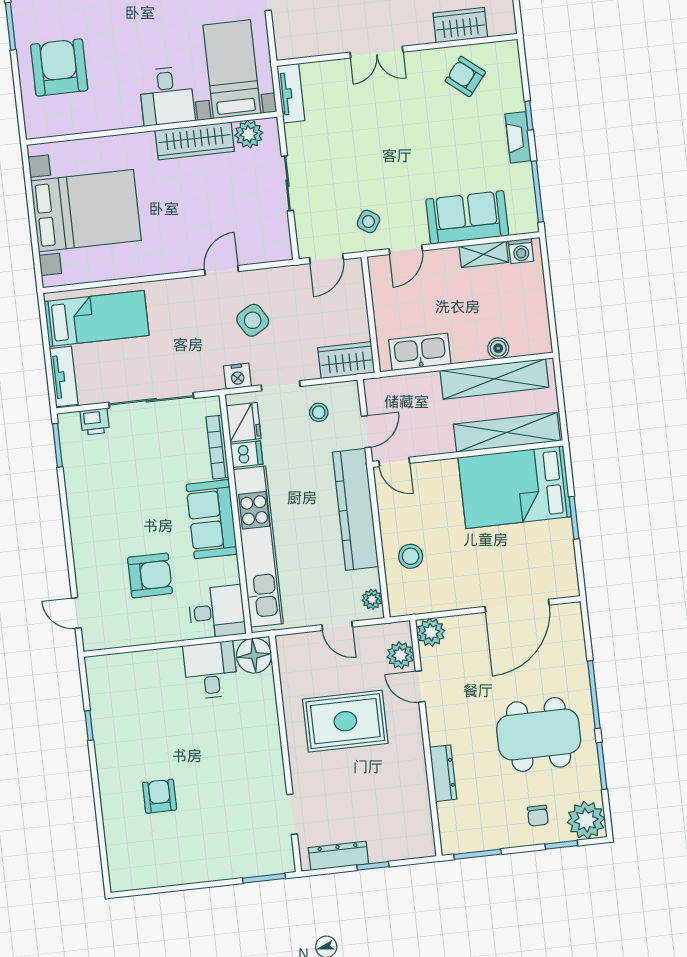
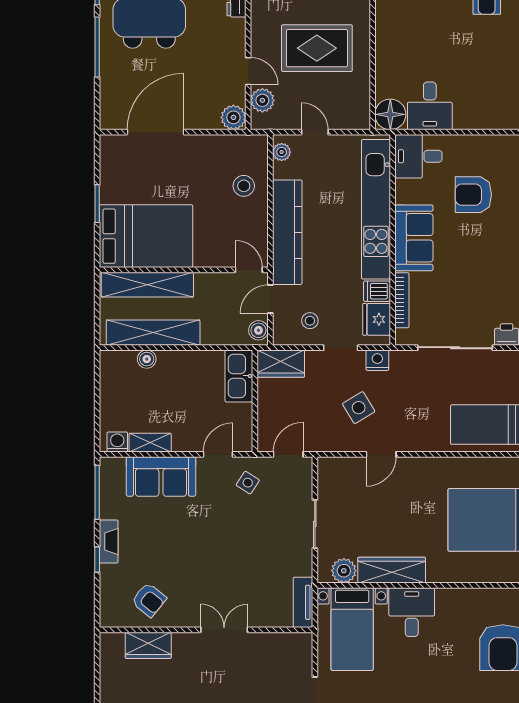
kitchen sink: (420, 352) -> (239, 376), moved, turned 90
boiler: (376, 395) -> (258, 330), added

